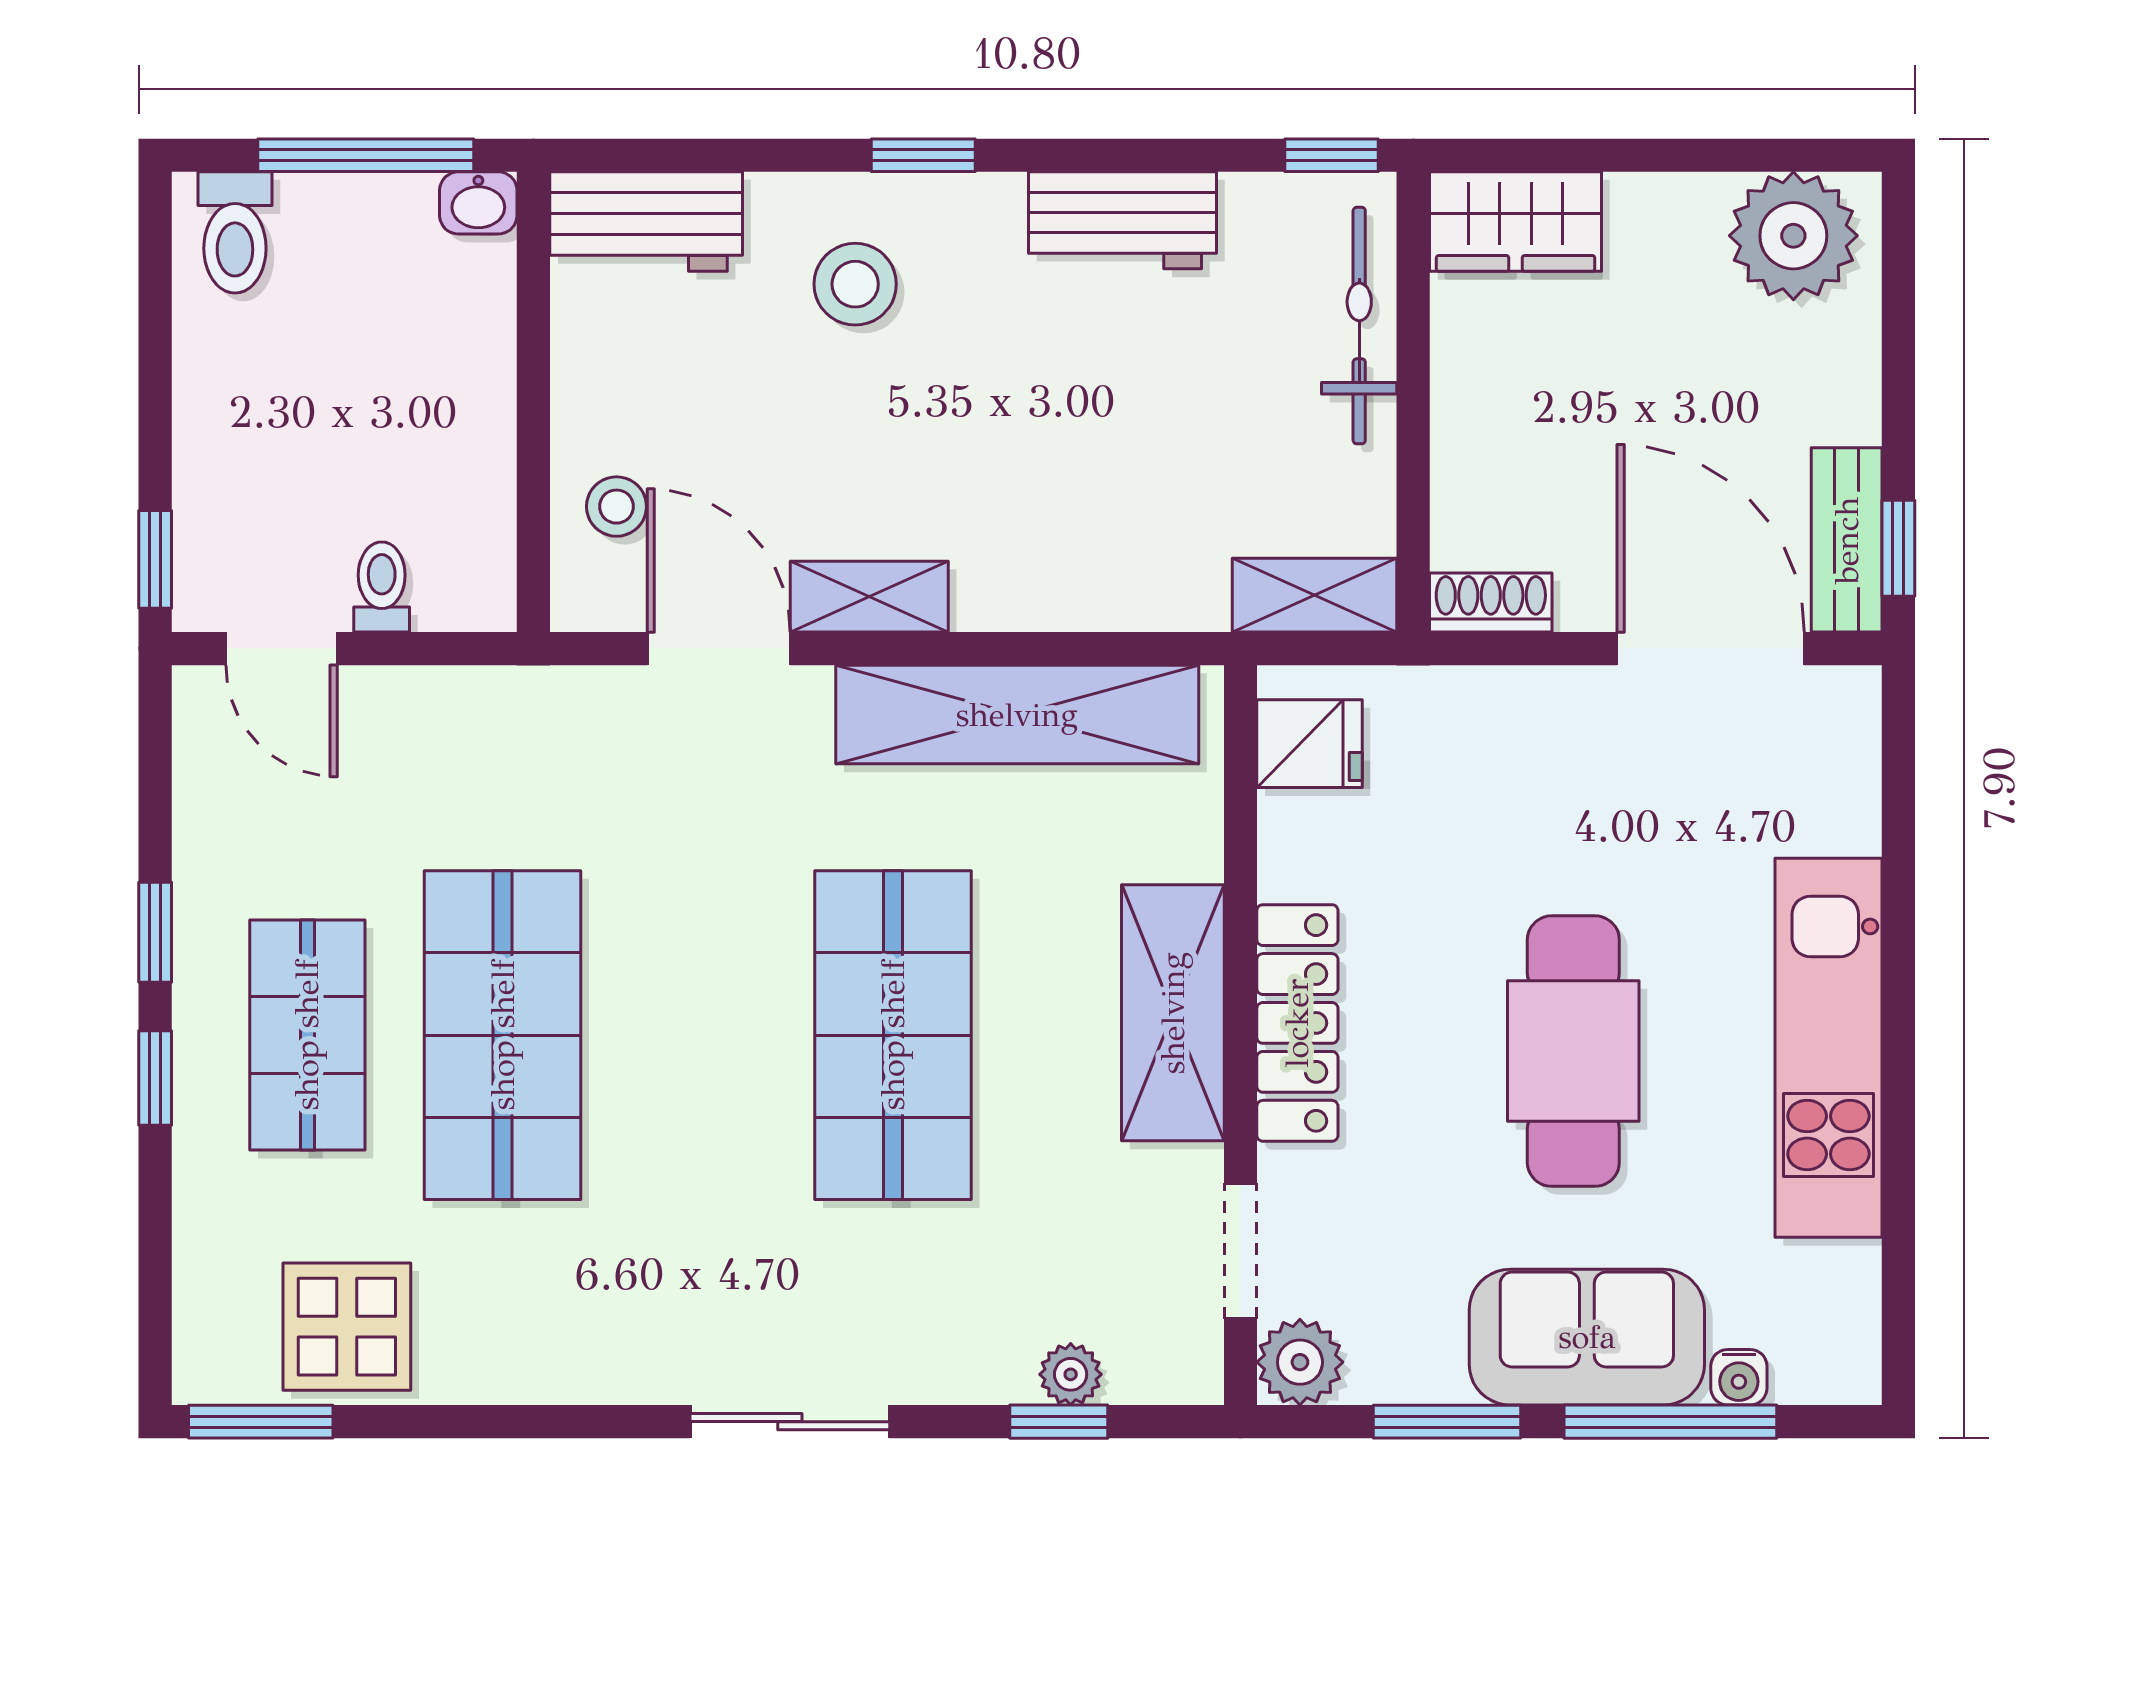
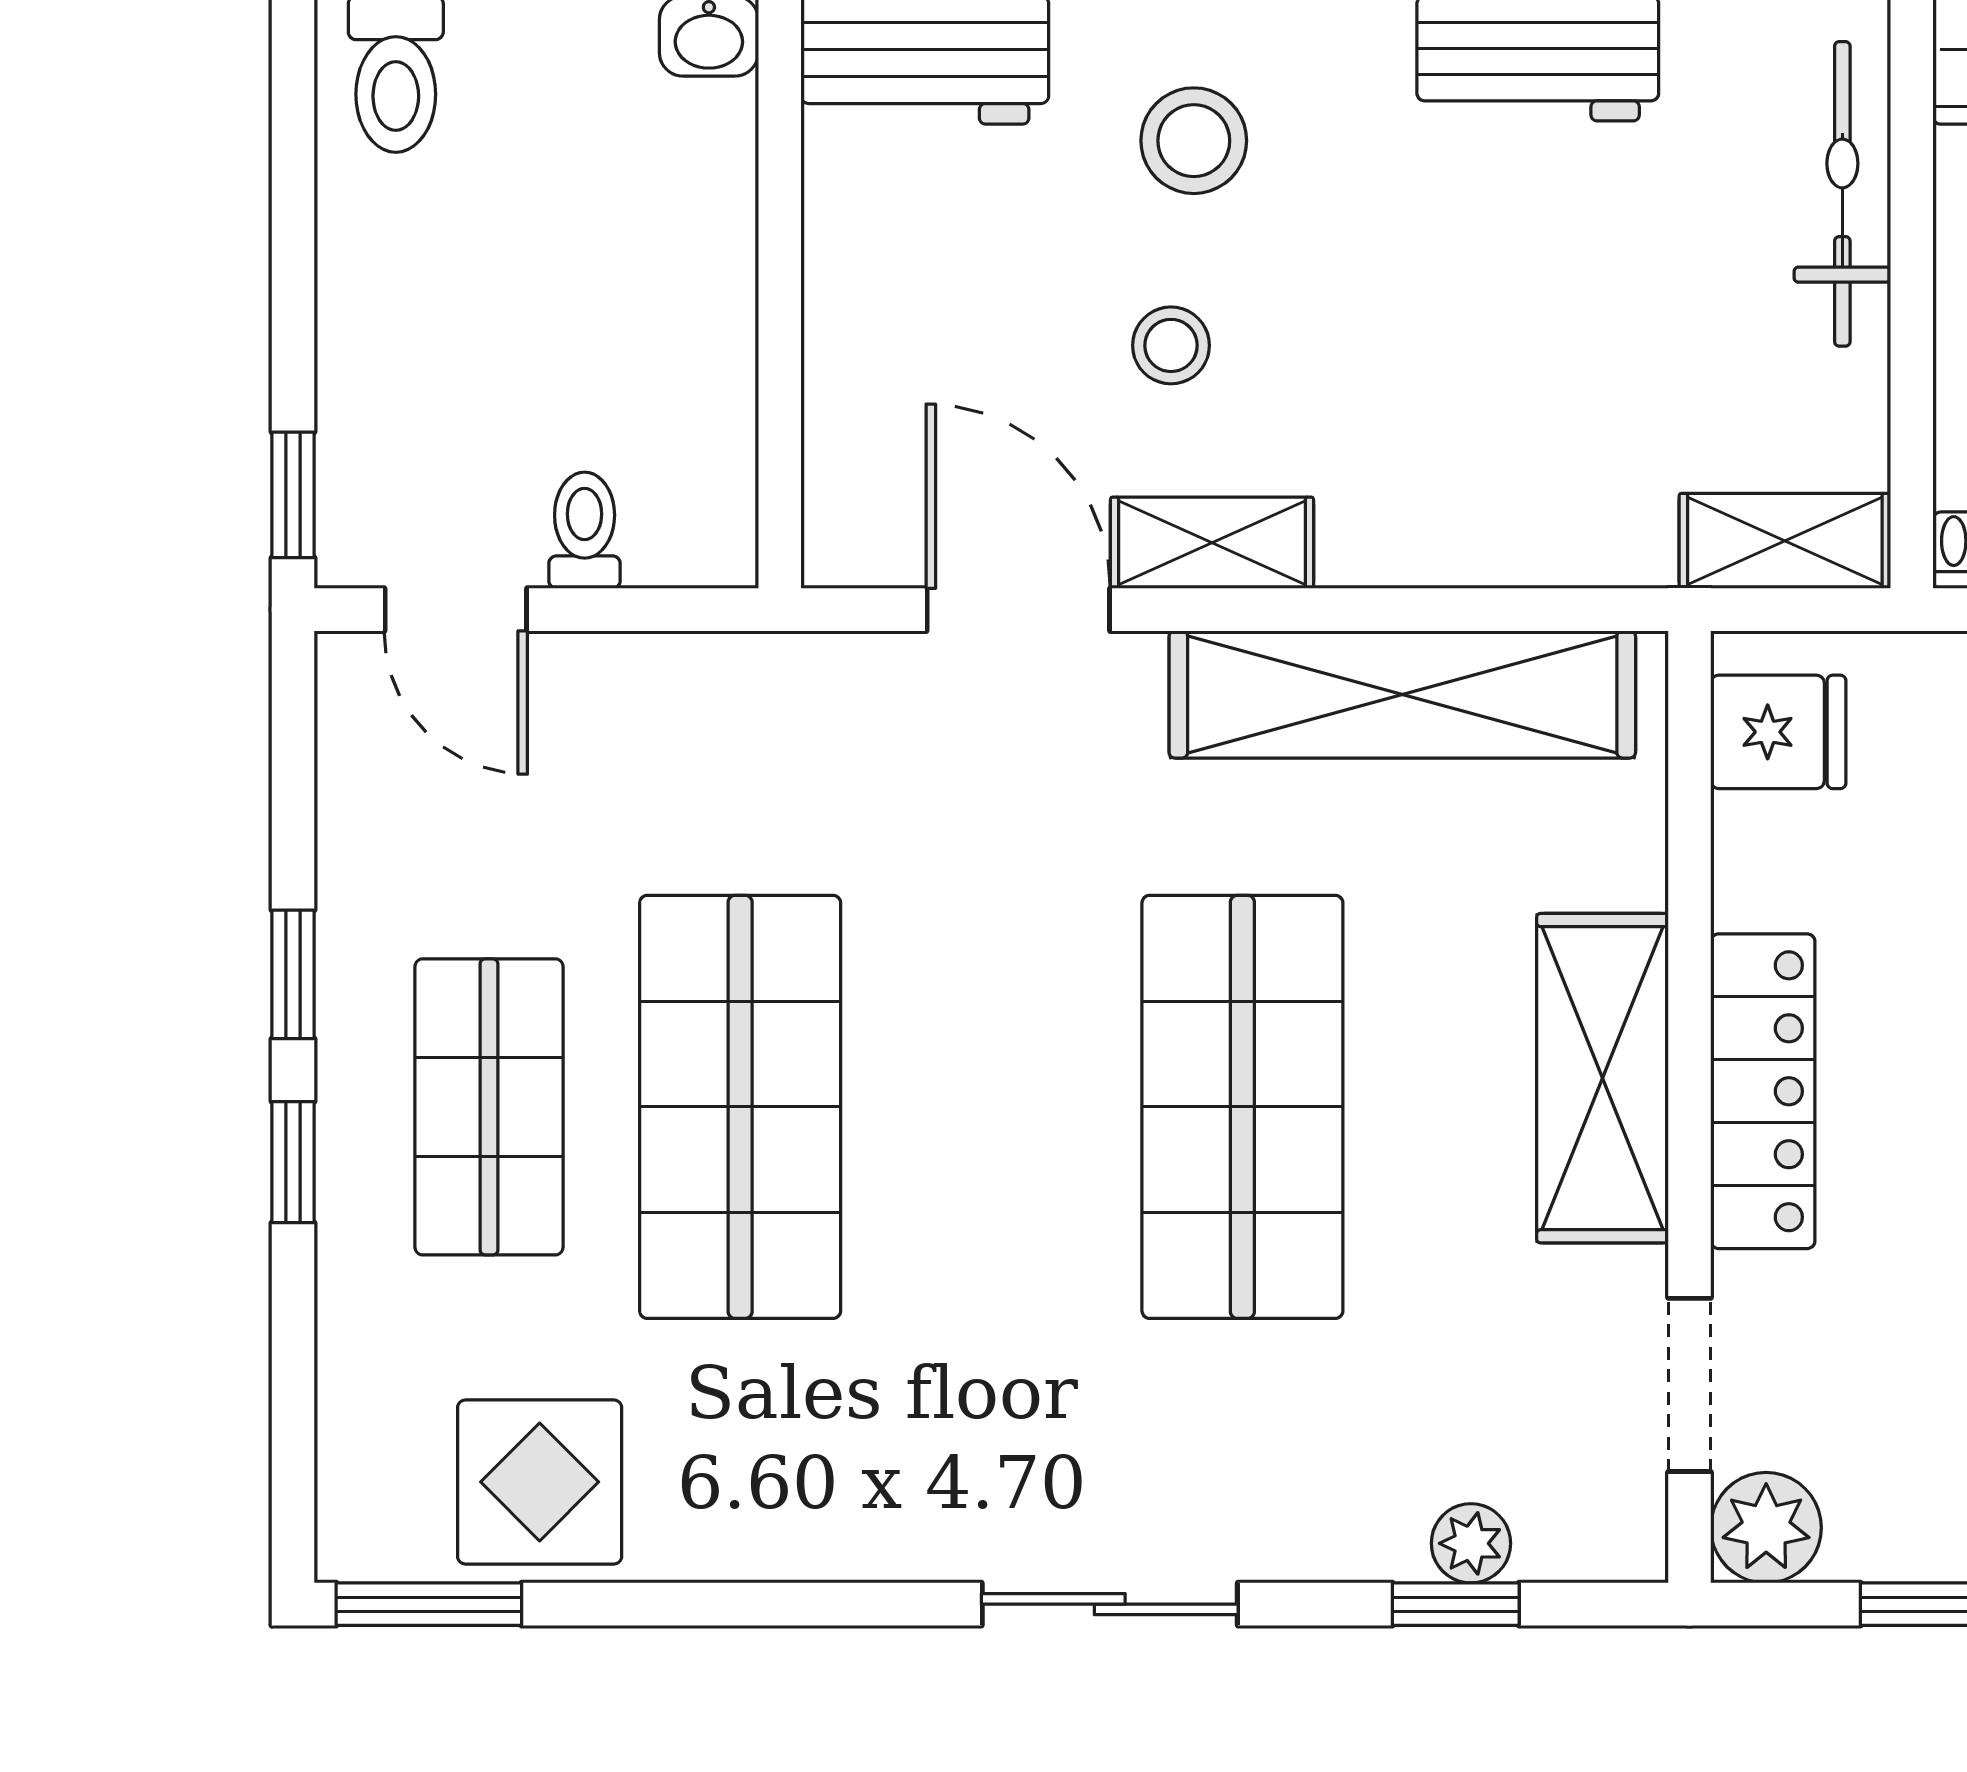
stool: (616, 507) -> (1171, 345), moved

